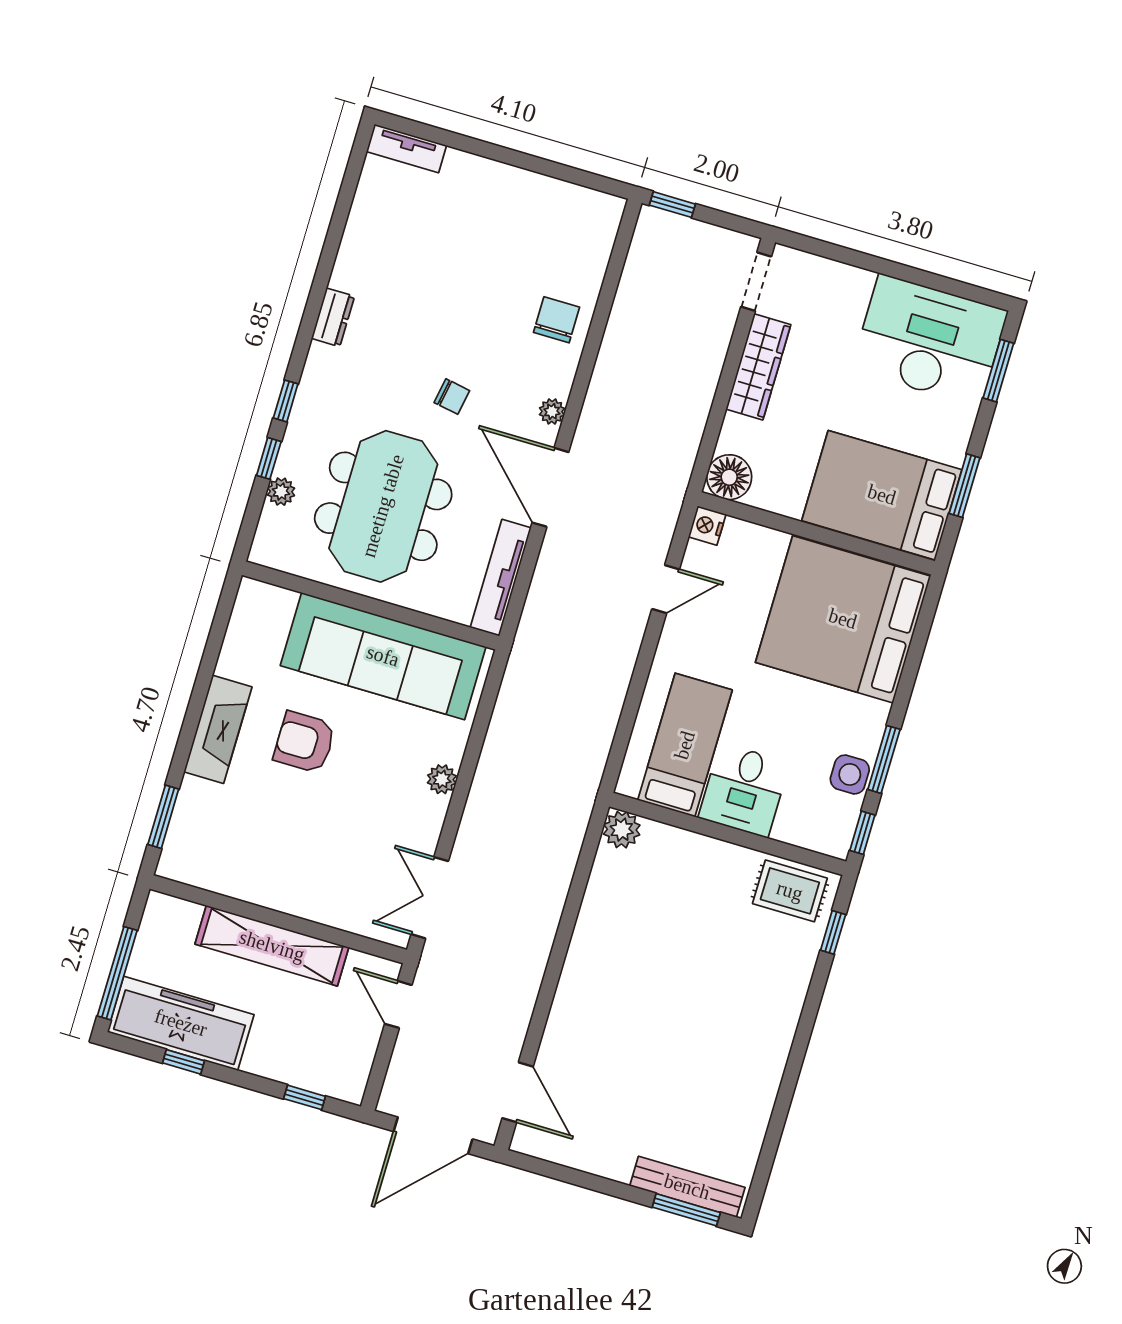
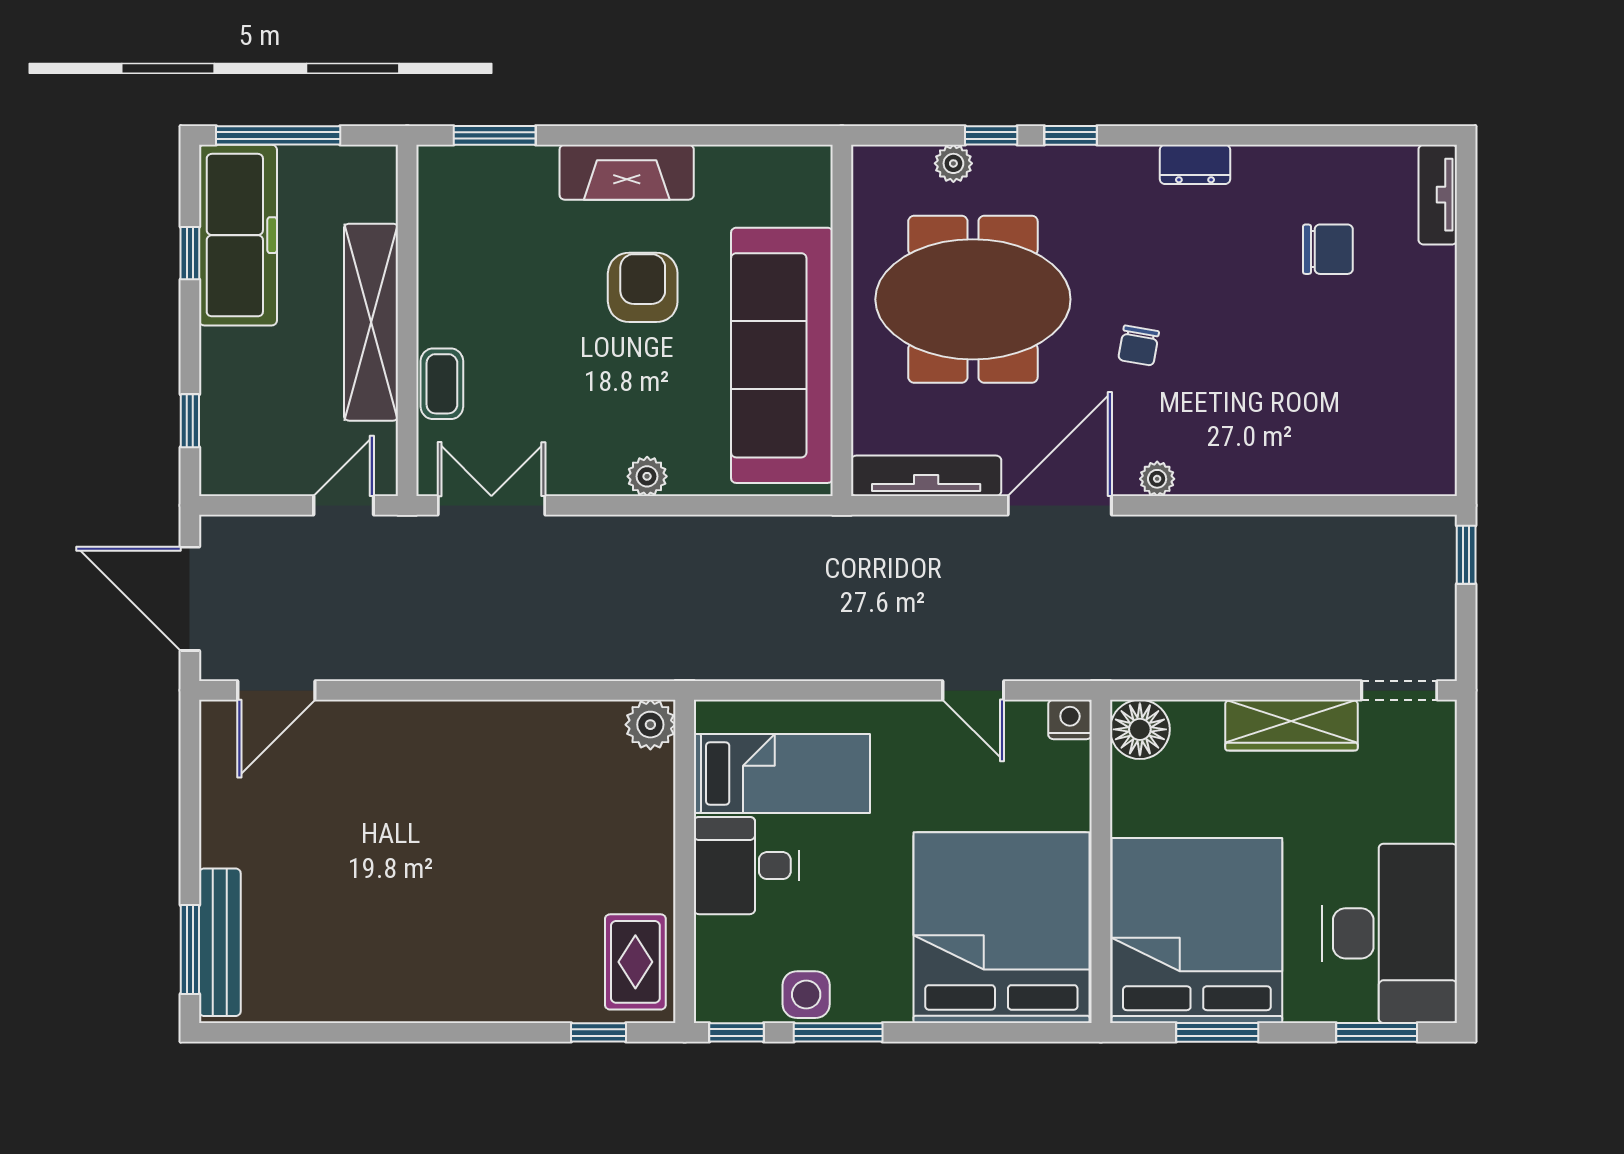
chair: (557, 320) -> (1328, 249), moved
bed: (882, 495) -> (1197, 931), width x1.36
coffee table: (331, 908) -> (442, 384), added

